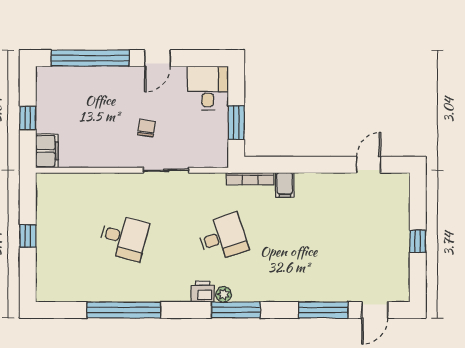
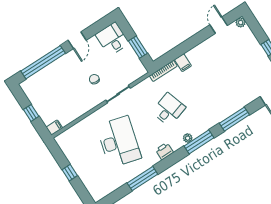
filing cabinet: (47, 151) -> (54, 128), width x0.50
plant: (402, 181) -> (241, 22), added
desk: (124, 237) -> (119, 142), width x1.87, depth x1.30
printer: (203, 291) -> (164, 151), moved
window: (124, 310) -> (142, 179), width x0.68
window: (323, 310) -> (234, 119), moved

